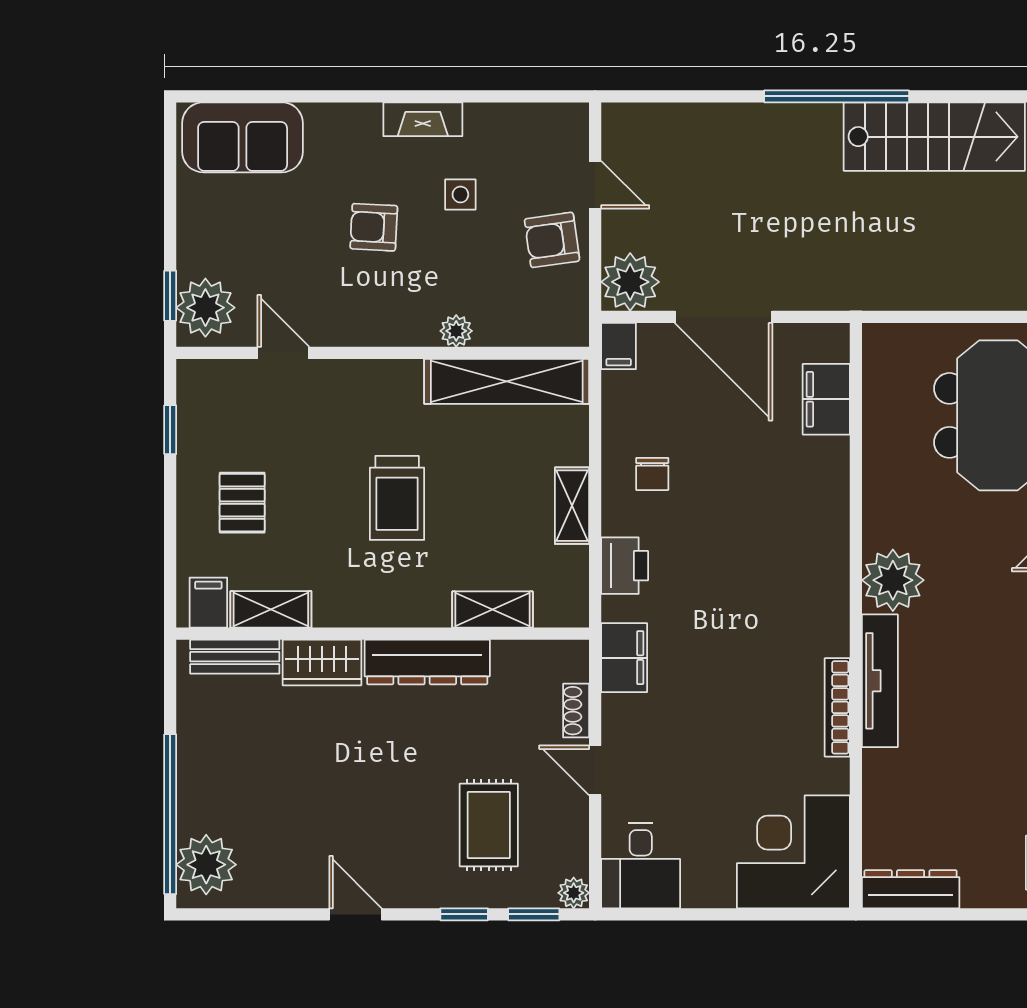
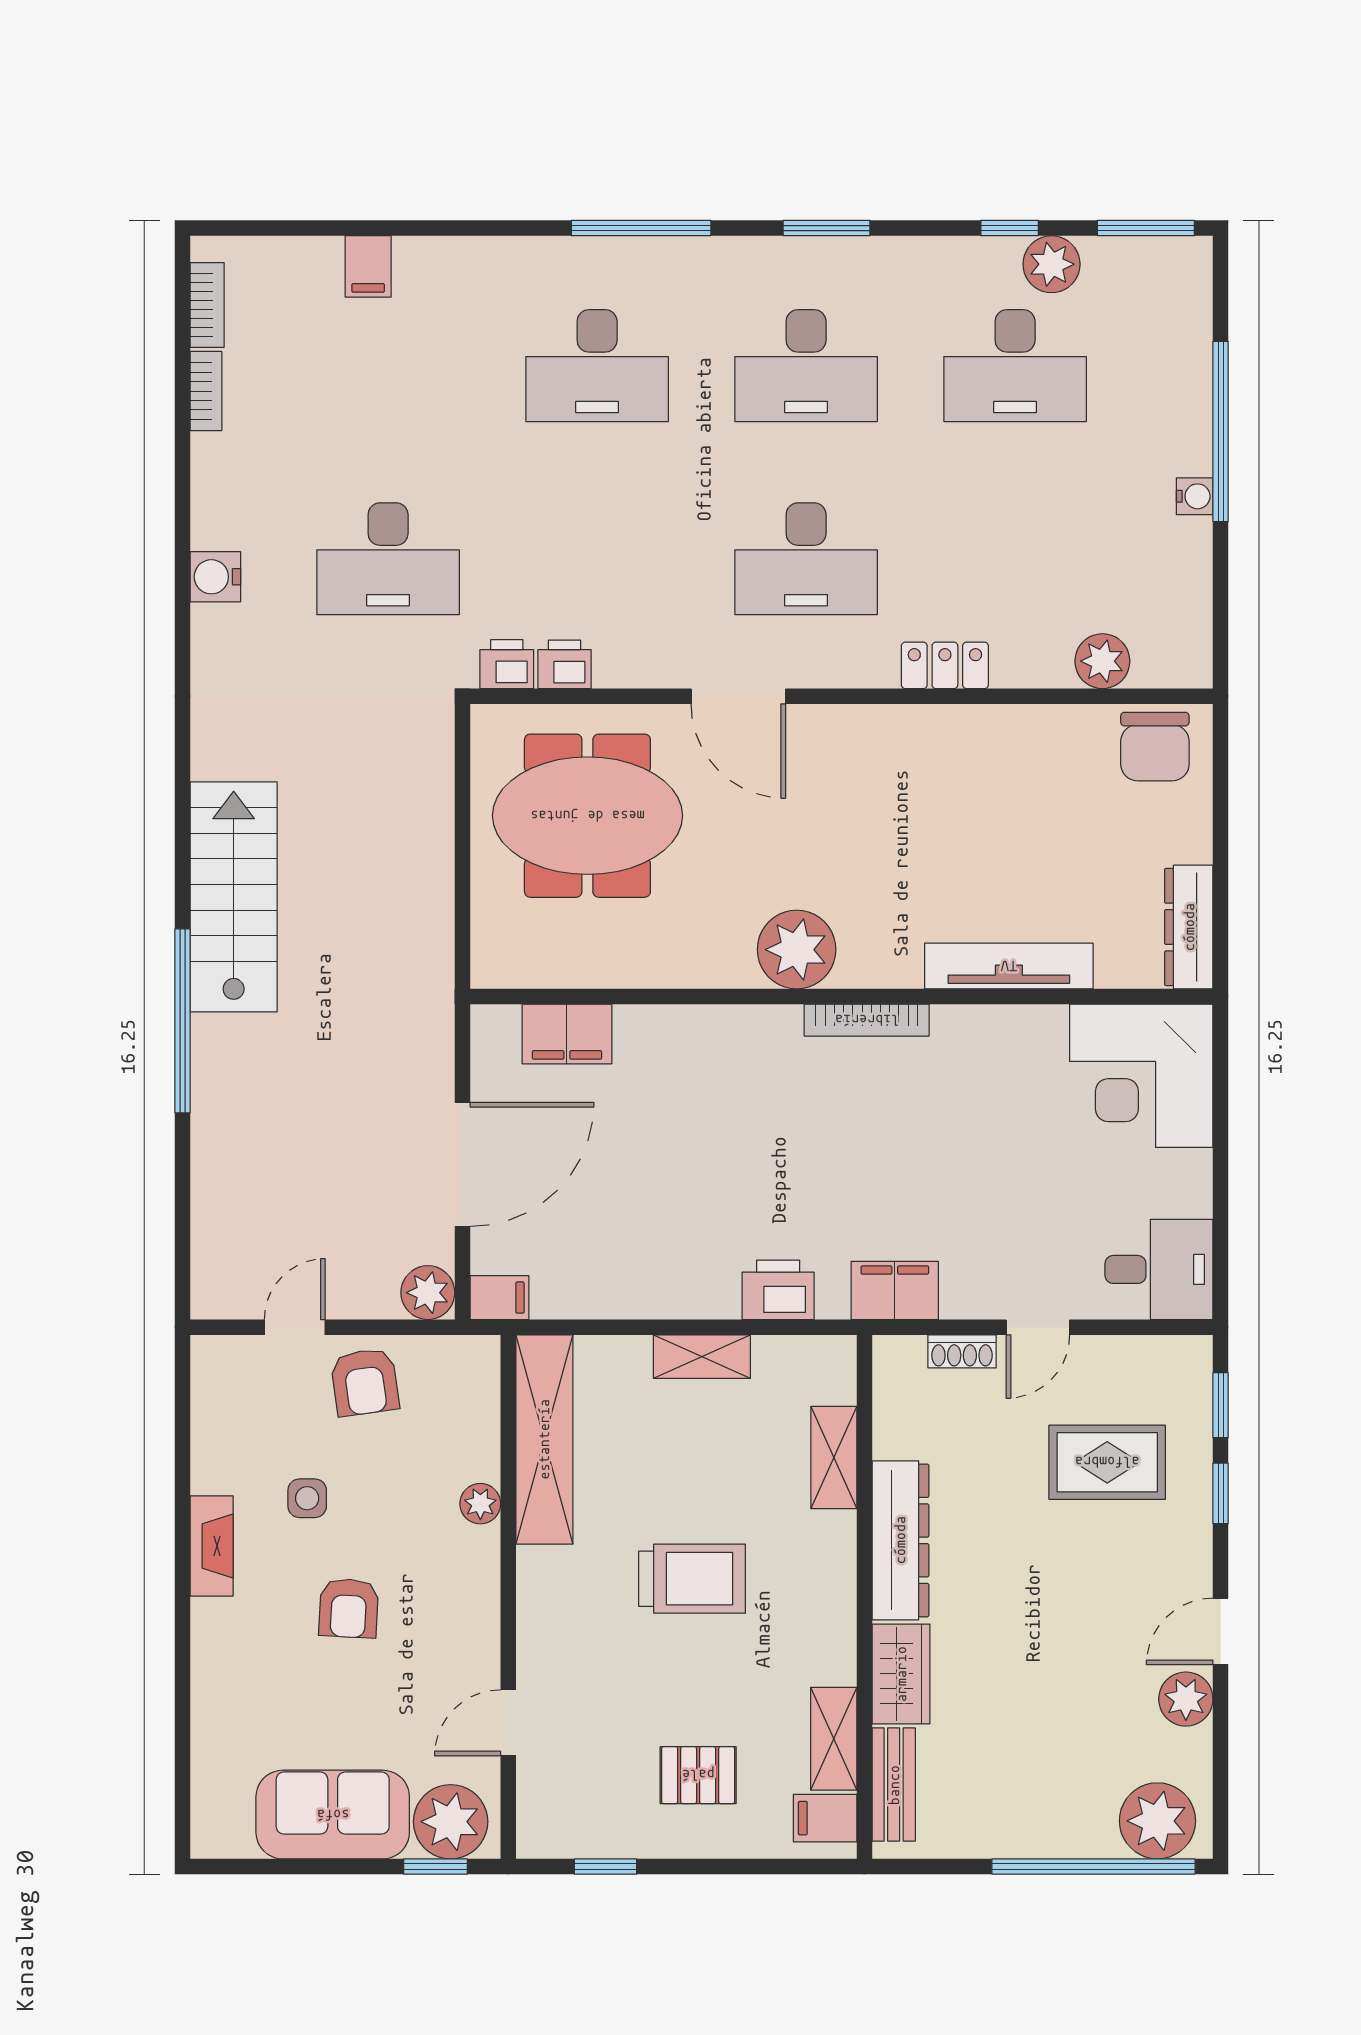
sofa: (243, 137) -> (333, 1815), moved, turned -90
plant: (630, 282) -> (428, 1293), width x0.73, depth x0.73
chair: (652, 474) -> (662, 1255), removed
tv unit: (880, 681) -> (1009, 966), moved
bookcase: (837, 707) -> (867, 1020), moved
plant: (574, 893) -> (1186, 1699), moved, width x1.38, depth x1.38

